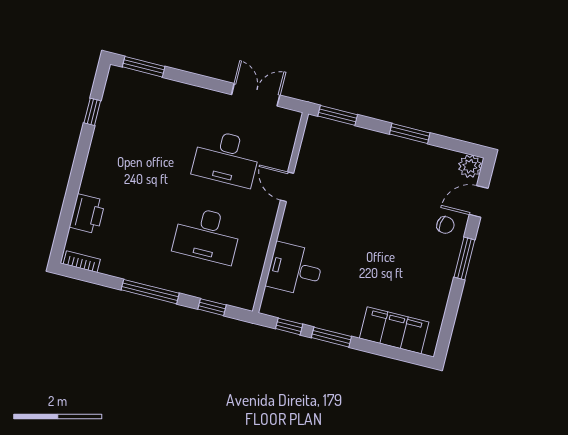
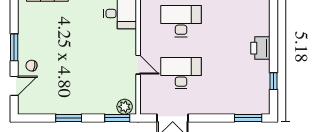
plant: (470, 166) -> (125, 107), moved
printer: (87, 214) -> (260, 48), moved

